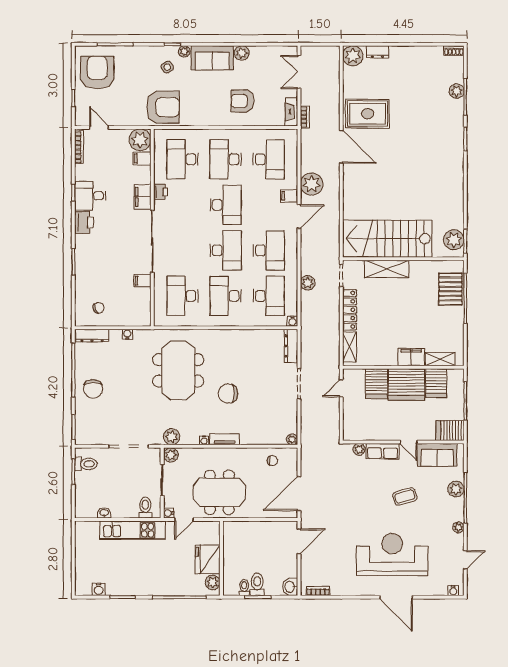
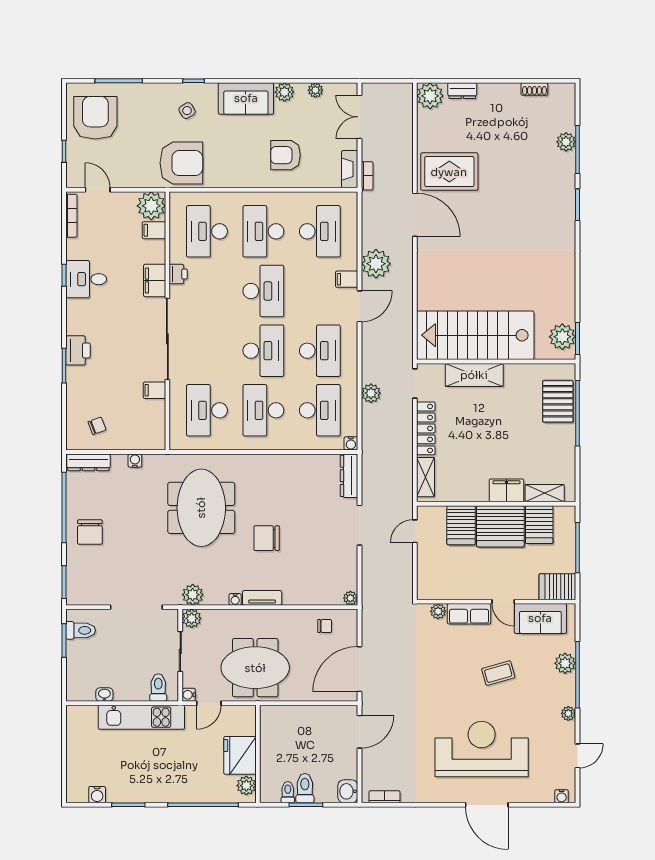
shoe rack: (454, 51) -> (534, 89), moved
plant: (184, 52) -> (315, 90), moved
printer: (84, 223) -> (78, 350), moved

